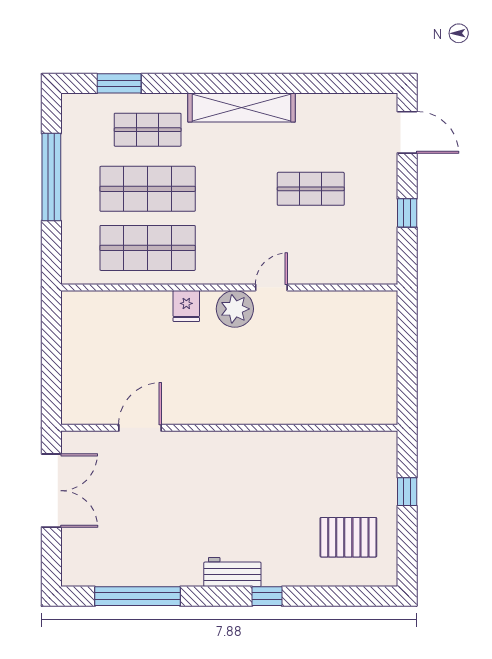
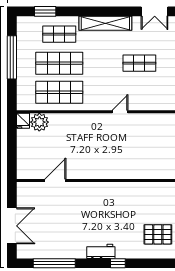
double door: (342, 83) -> (155, 11), added
fridge: (186, 306) -> (23, 121), moved
plant: (235, 309) -> (39, 122), moved
double door: (51, 491) -> (12, 226), moved

